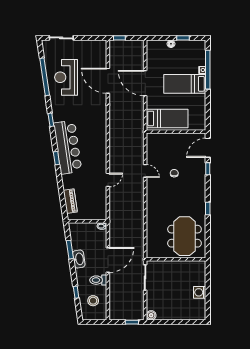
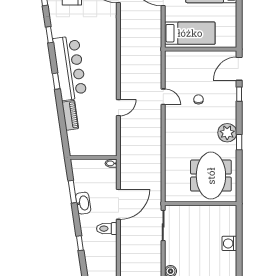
piano: (70, 201) -> (70, 115), moved
plant: (198, 201) -> (227, 133), added
stool: (93, 301) -> (100, 254), removed

